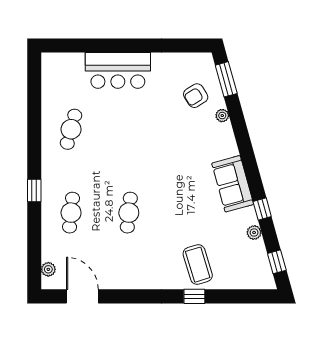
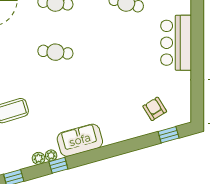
window: (226, 79) -> (169, 135), width x0.67
plant: (222, 116) -> (51, 155), moved

